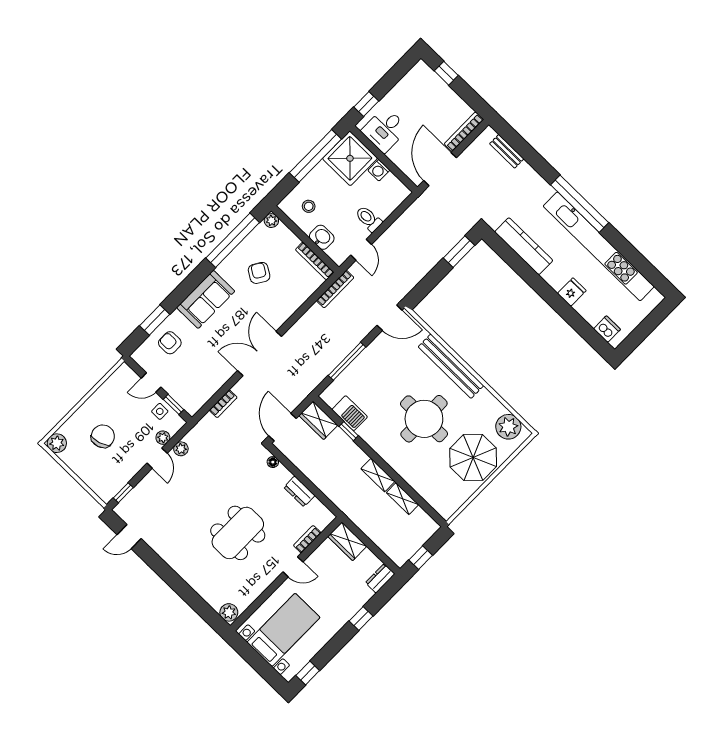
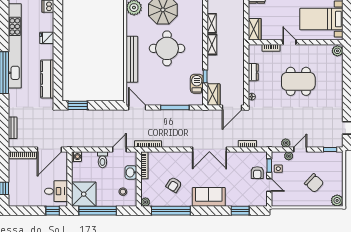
washing machine: (379, 170) -> (76, 157), moved
armchair: (170, 343) -> (257, 173), moved
chair: (103, 436) -> (314, 183), turned -120

